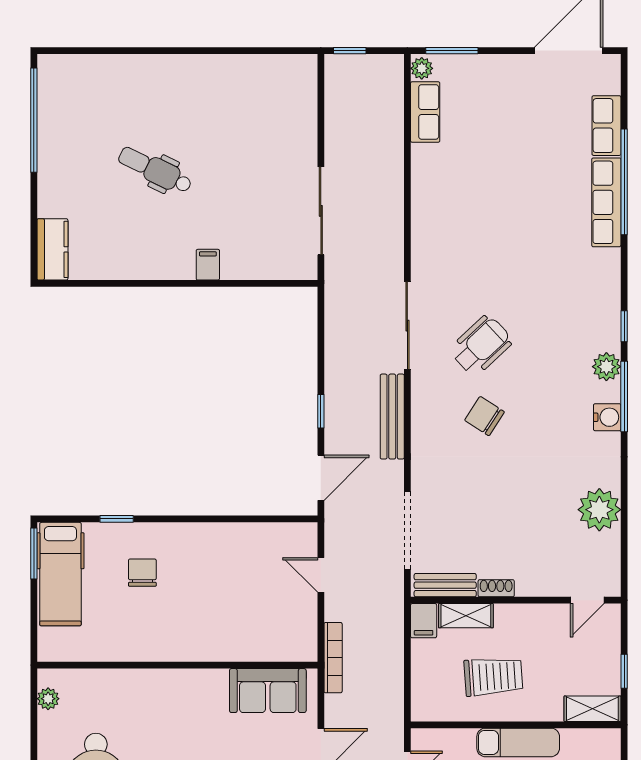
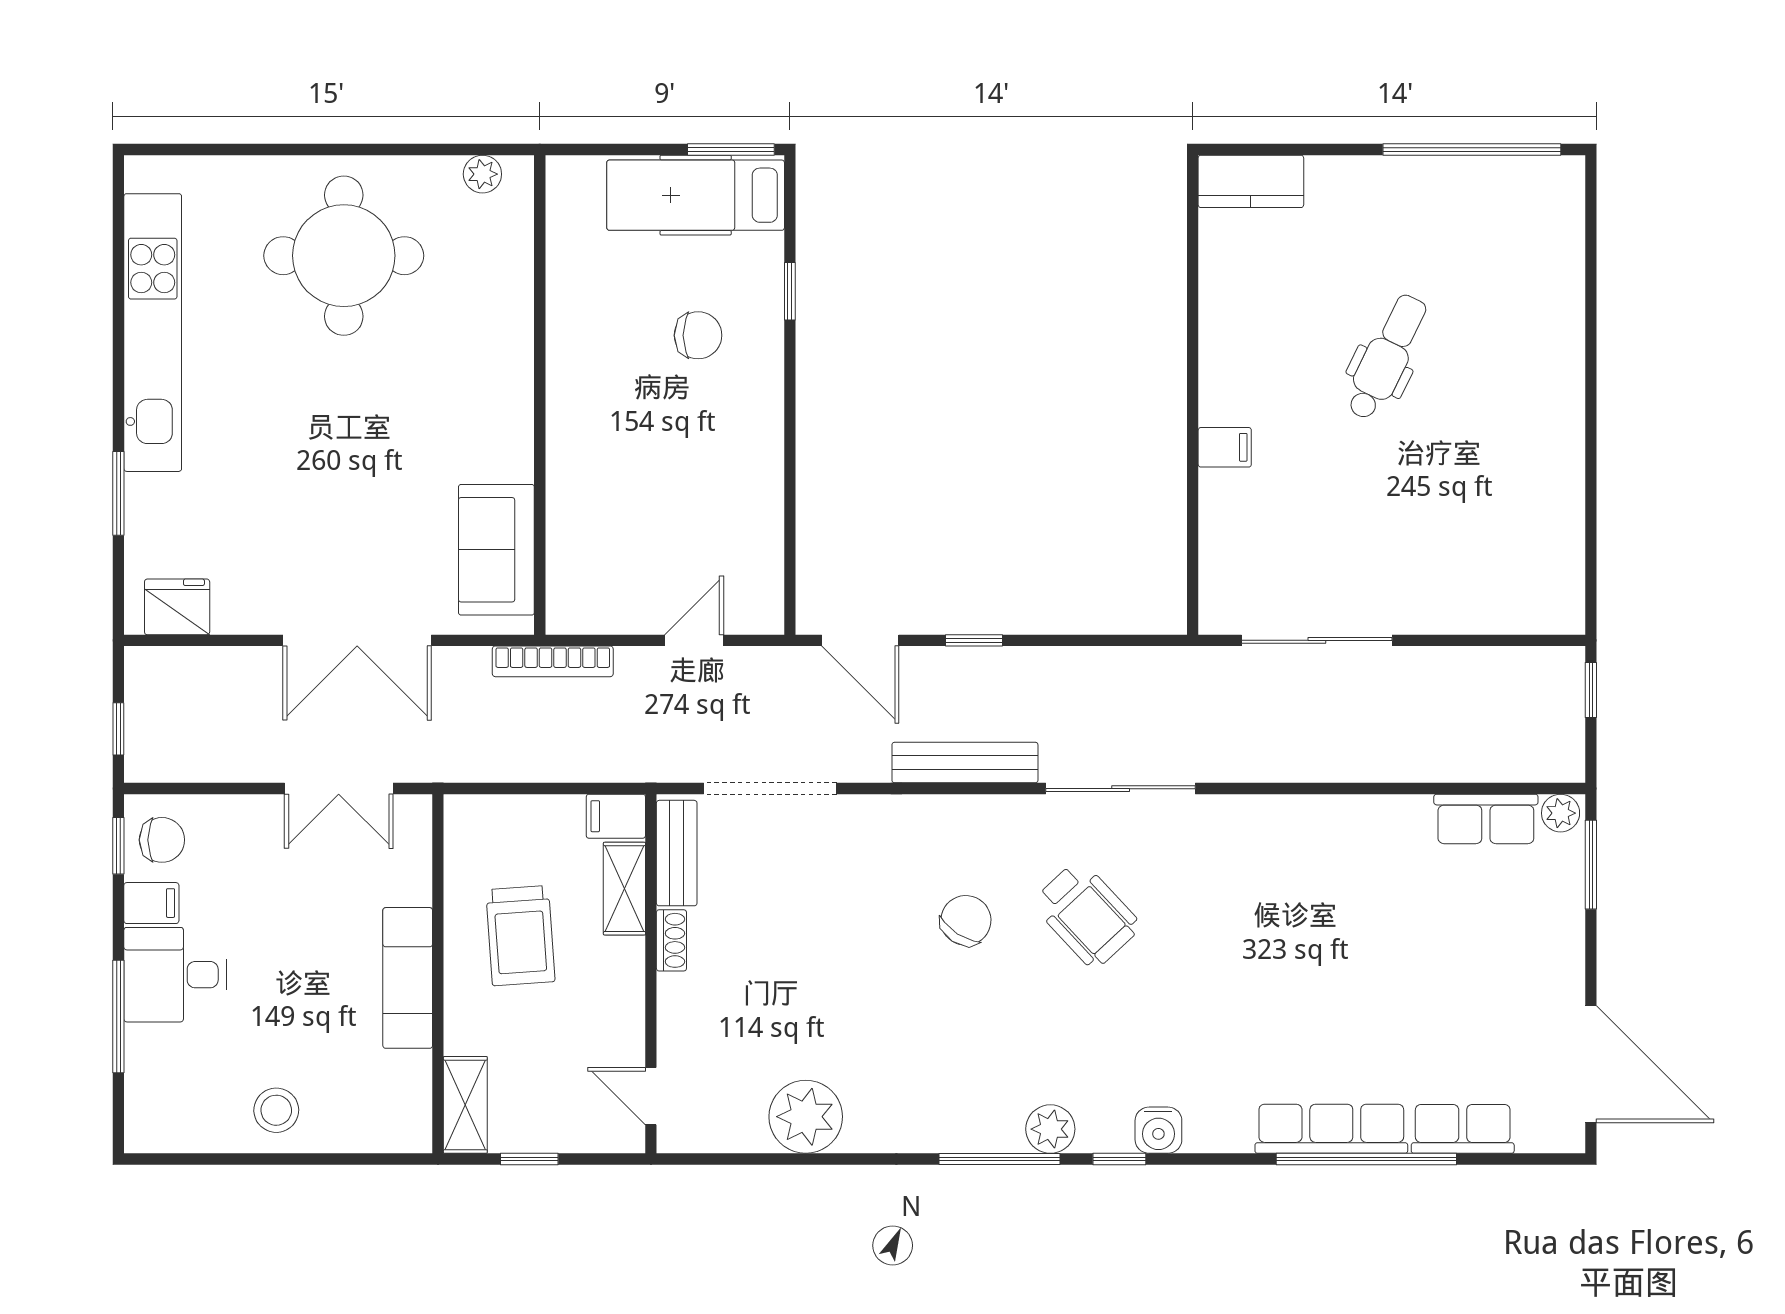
water cooler: (607, 417) -> (1158, 1130), moved

